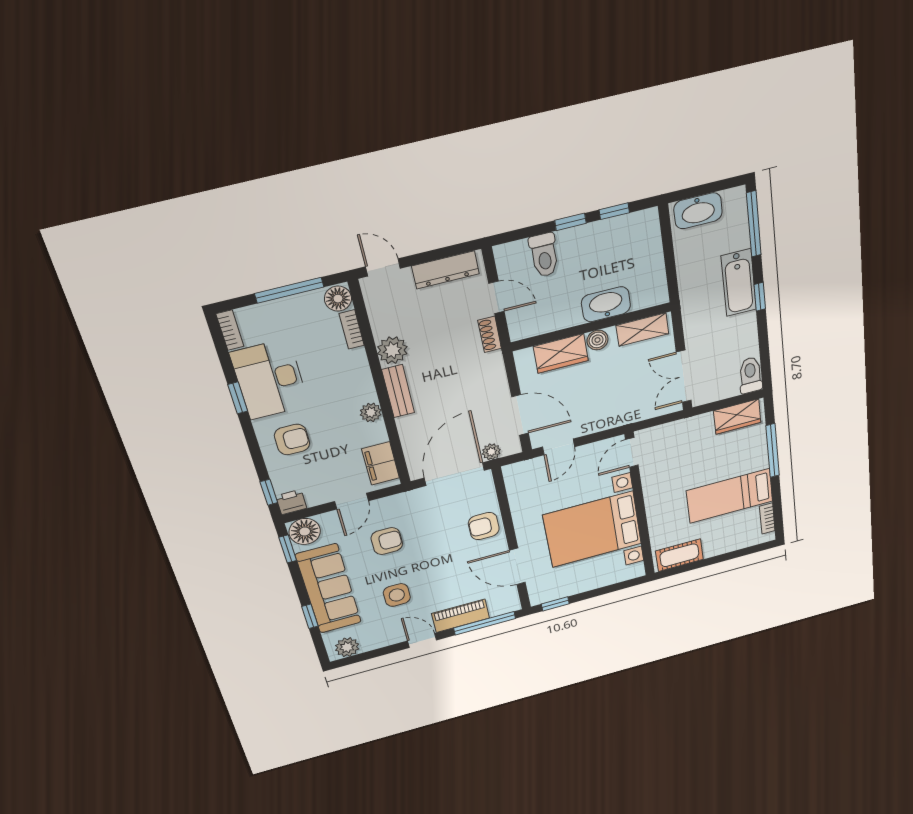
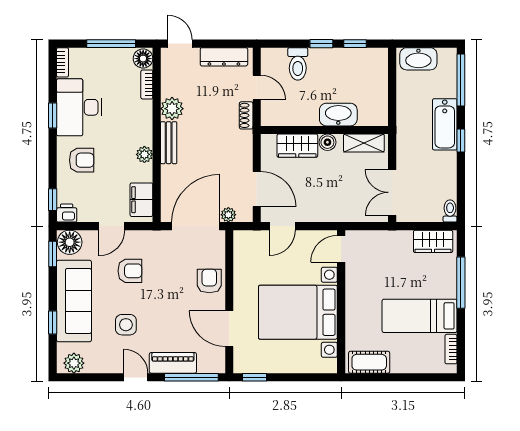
toilet: (750, 375) -> (450, 211), width x0.73, depth x0.72
armchair: (484, 526) -> (209, 281), turned 90

